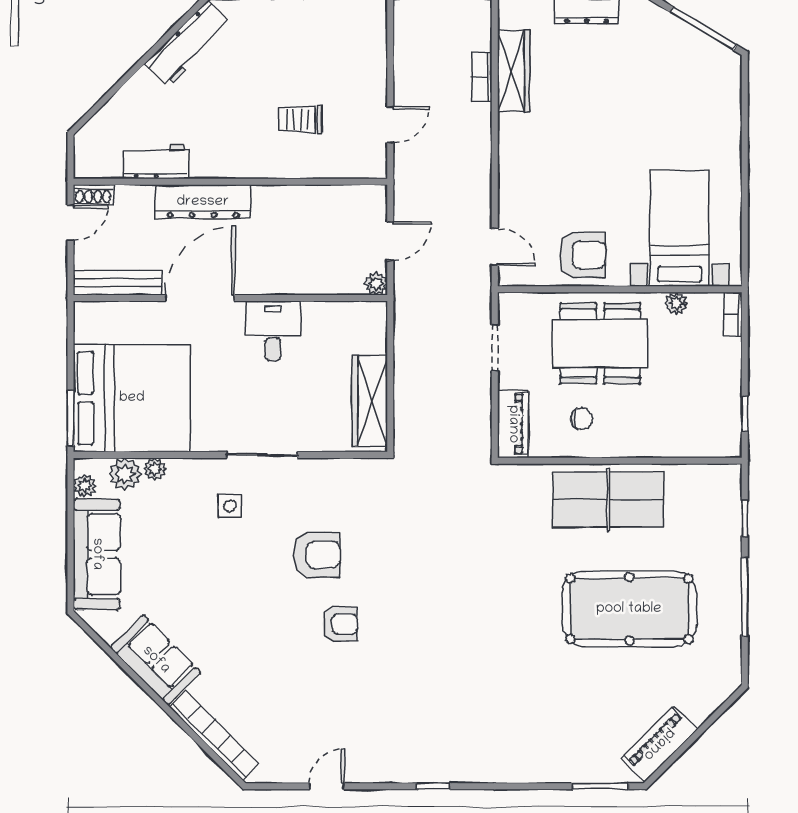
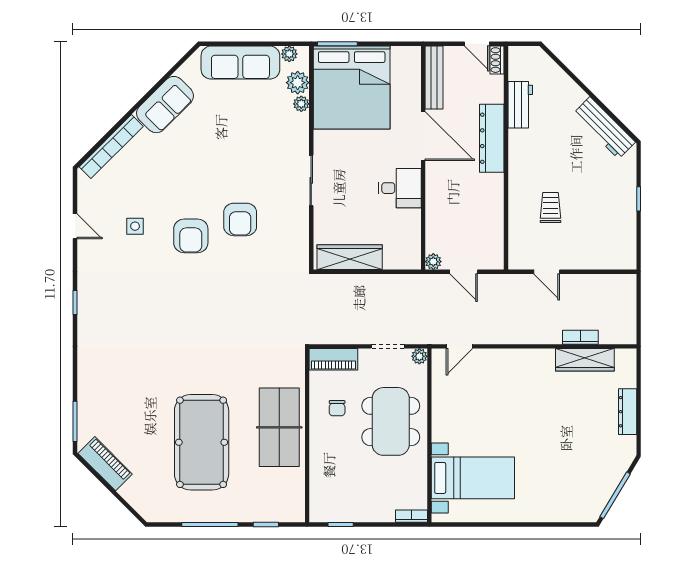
armchair: (582, 255) -> (454, 409), removed
plant: (676, 303) -> (419, 356), moved
side table: (230, 506) -> (135, 226), moved
armchair: (340, 624) -> (191, 236), width x1.38, depth x1.38

